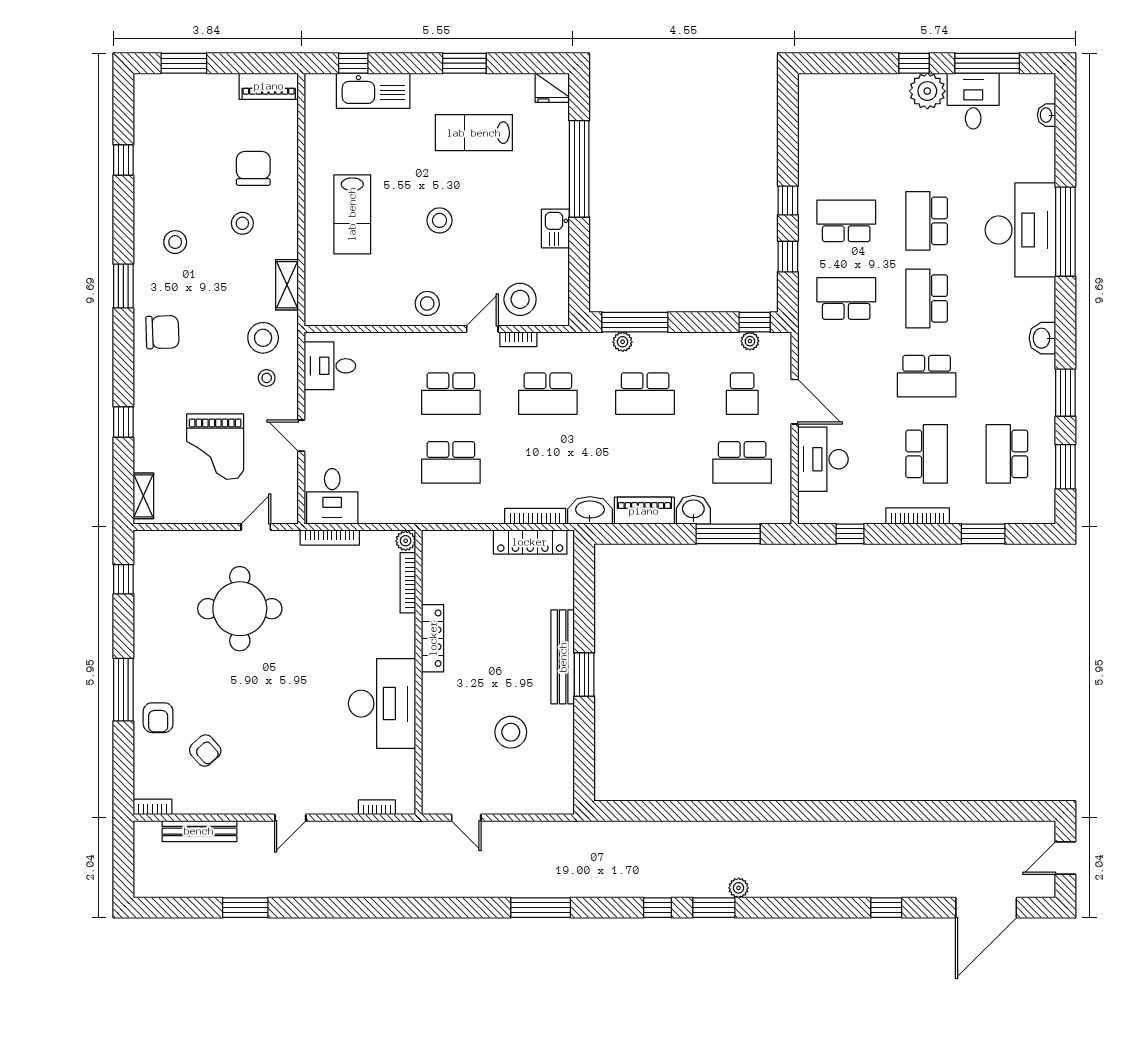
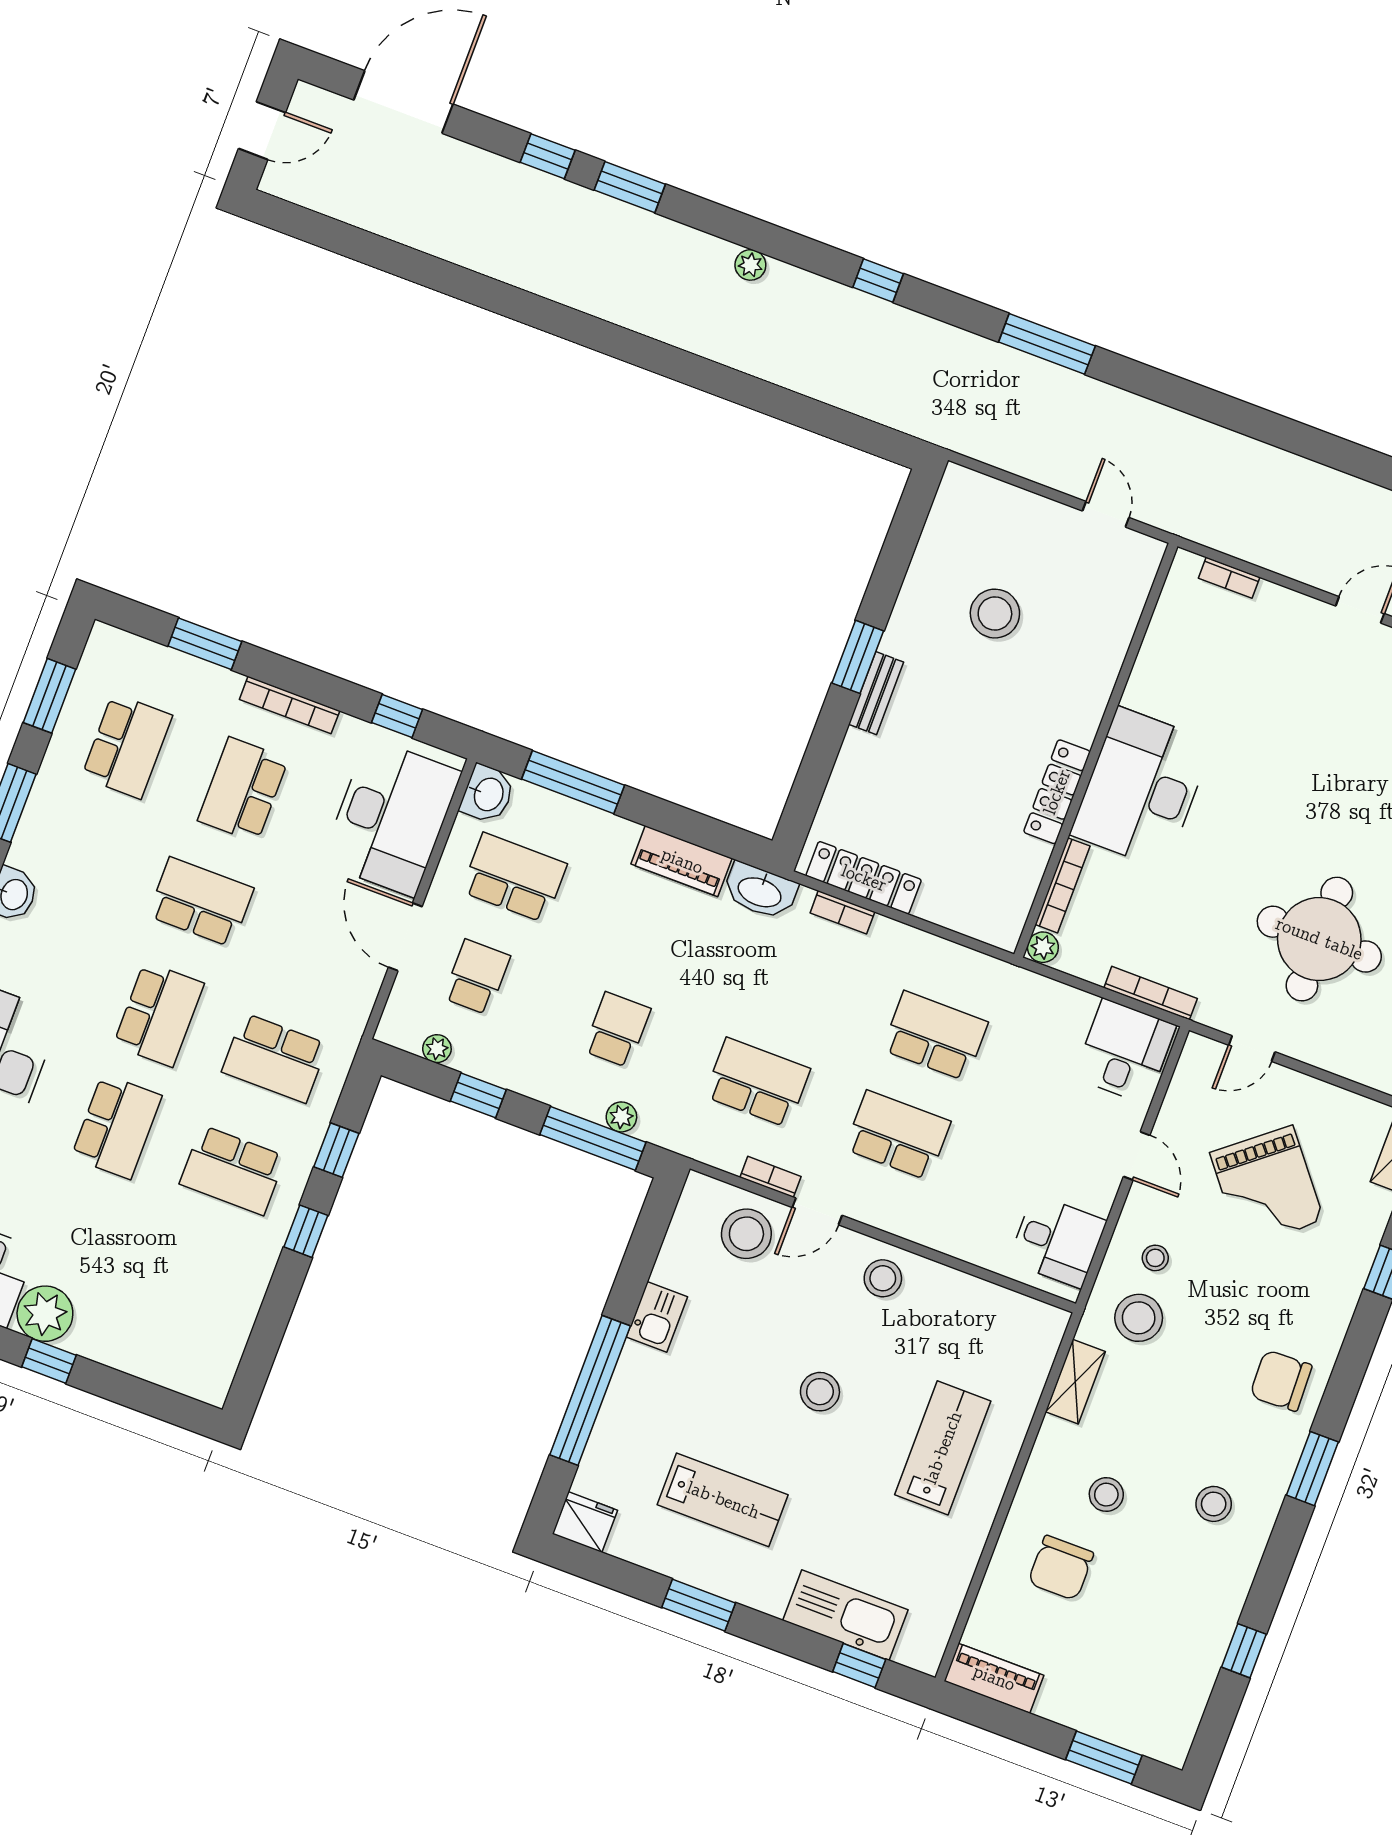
window: (755, 322) -> (478, 1095), moved
school desk: (645, 394) -> (617, 1030), width x0.54
grand piano: (215, 447) -> (1267, 1187), turned 141
desk: (823, 459) -> (391, 817), width x1.36, depth x1.30
washbasin: (693, 510) -> (487, 794), moved, turned -90
bookcase: (535, 516) -> (842, 912), width x0.64
bench: (563, 657) -> (876, 693), width x0.54, depth x0.82
desk: (382, 704) -> (1142, 788), moved
window: (714, 908) -> (630, 187), moved

